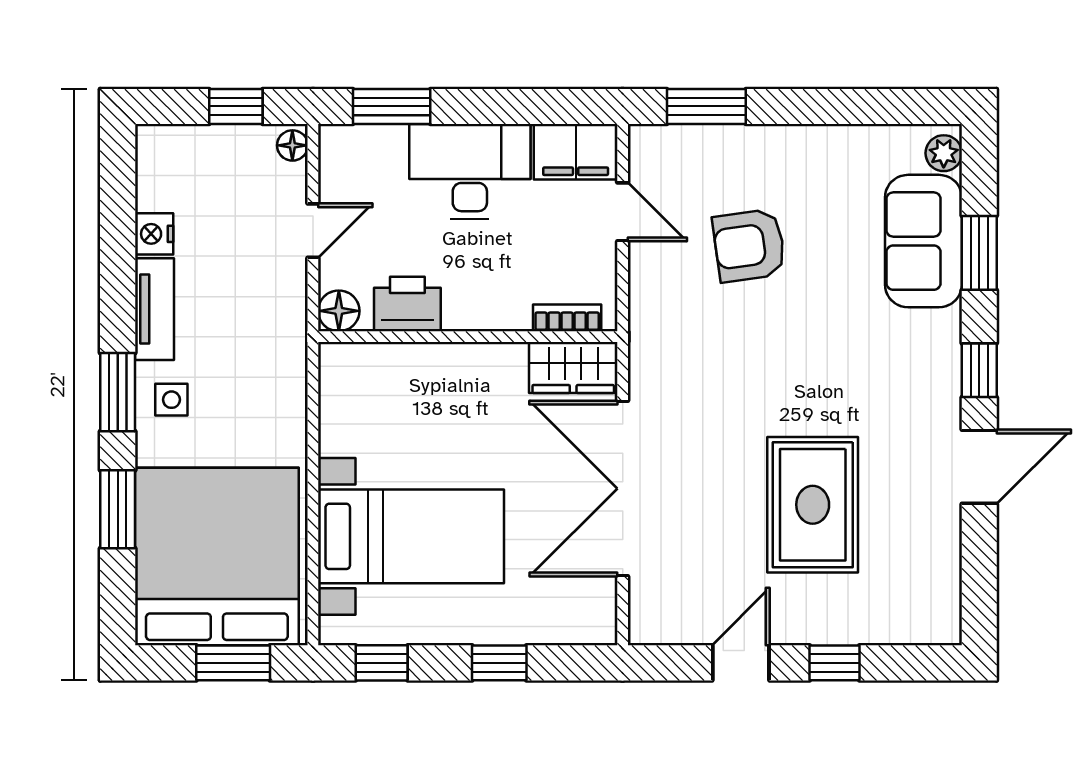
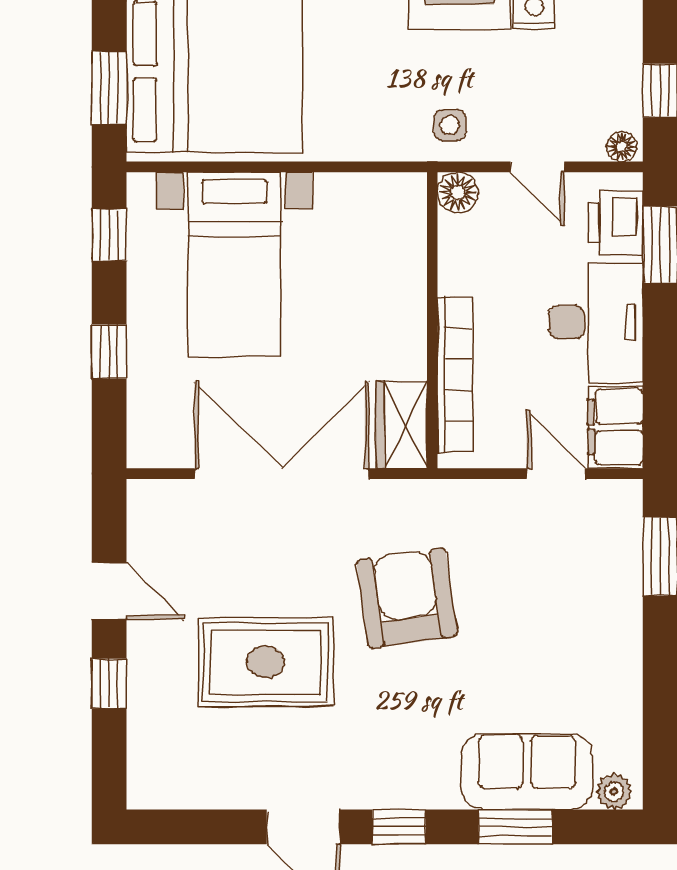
door: (623, 212) -> (556, 474), swing flipped
armchair: (749, 245) -> (407, 598), moved, width x1.36, depth x1.36
printer: (407, 304) -> (616, 222), moved, turned 180
bookcase: (567, 318) -> (455, 375), width x2.31, depth x1.31
side table: (171, 400) -> (450, 125), moved

